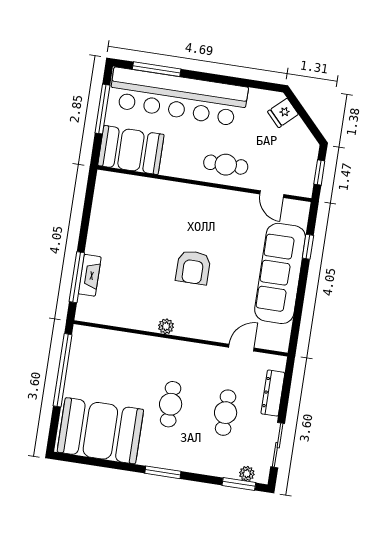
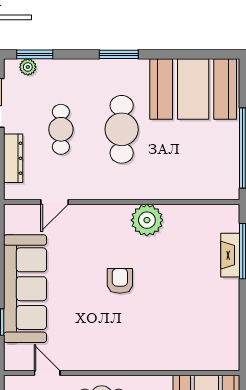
armchair: (193, 267) -> (120, 281), width x0.72, depth x0.72
plant: (166, 326) -> (147, 220), width x1.88, depth x1.88
cafe table: (171, 404) -> (122, 129), width x1.37, depth x1.35

